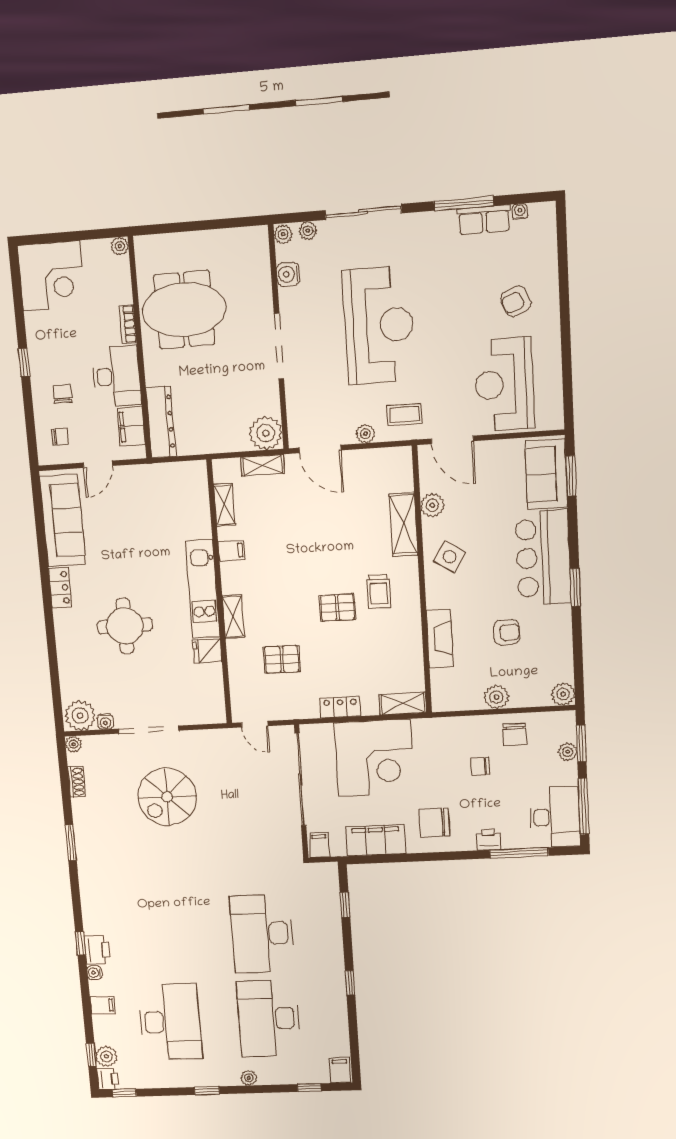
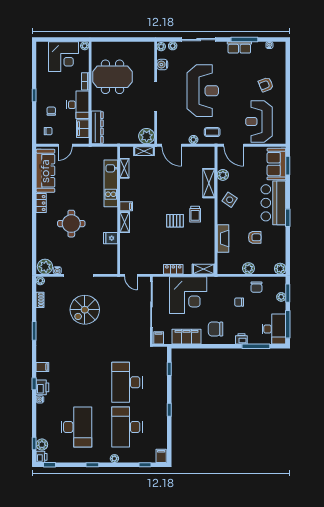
row of seats: (484, 220) -> (239, 47), moved
corner desk: (52, 276) -> (64, 57), moved
filing cabinet: (232, 551) -> (126, 206), moved
kitchen unit: (203, 589) -> (111, 183), moved
pallet: (282, 659) -> (146, 244), removed
filing cabinet: (103, 1005) -> (42, 367), moved

